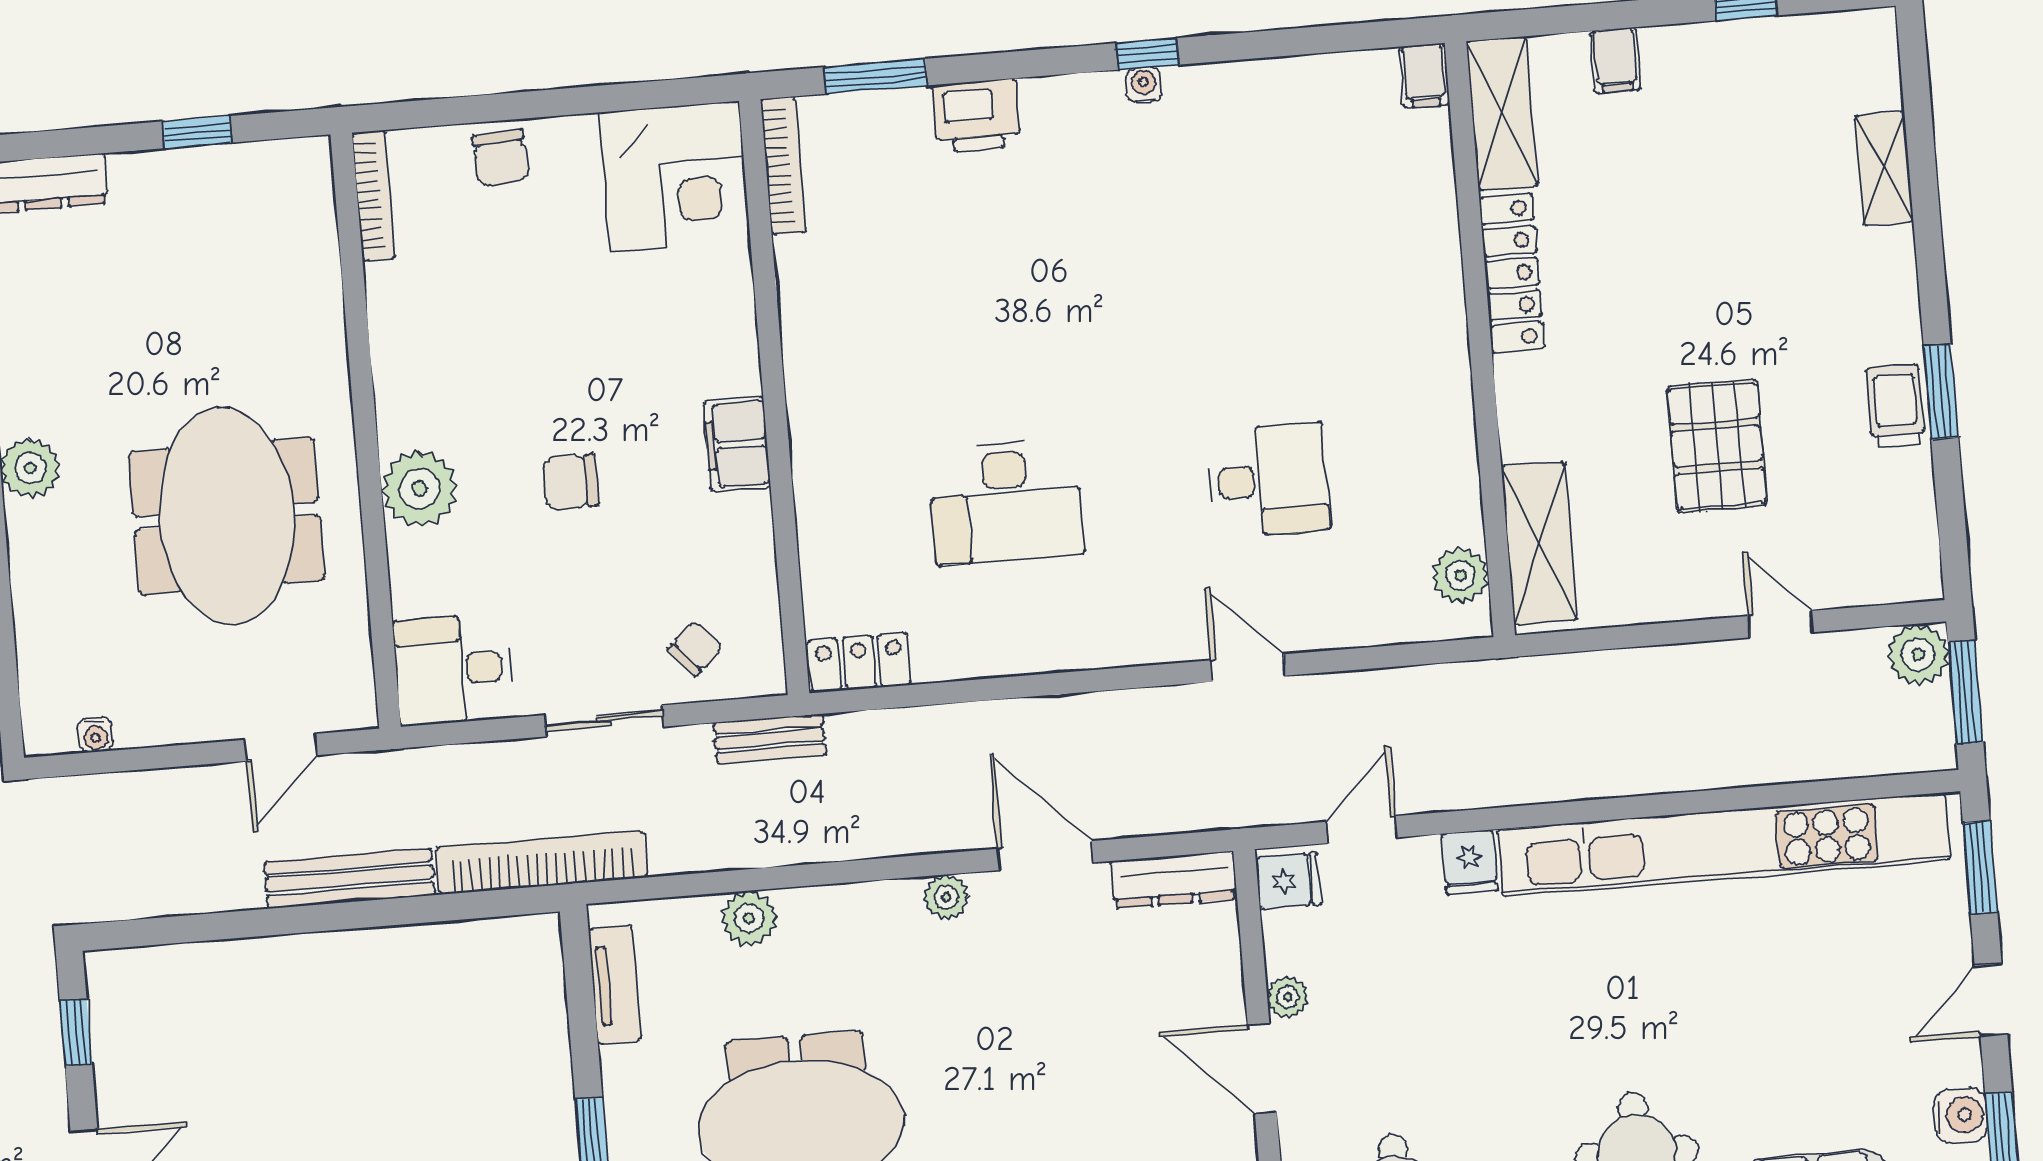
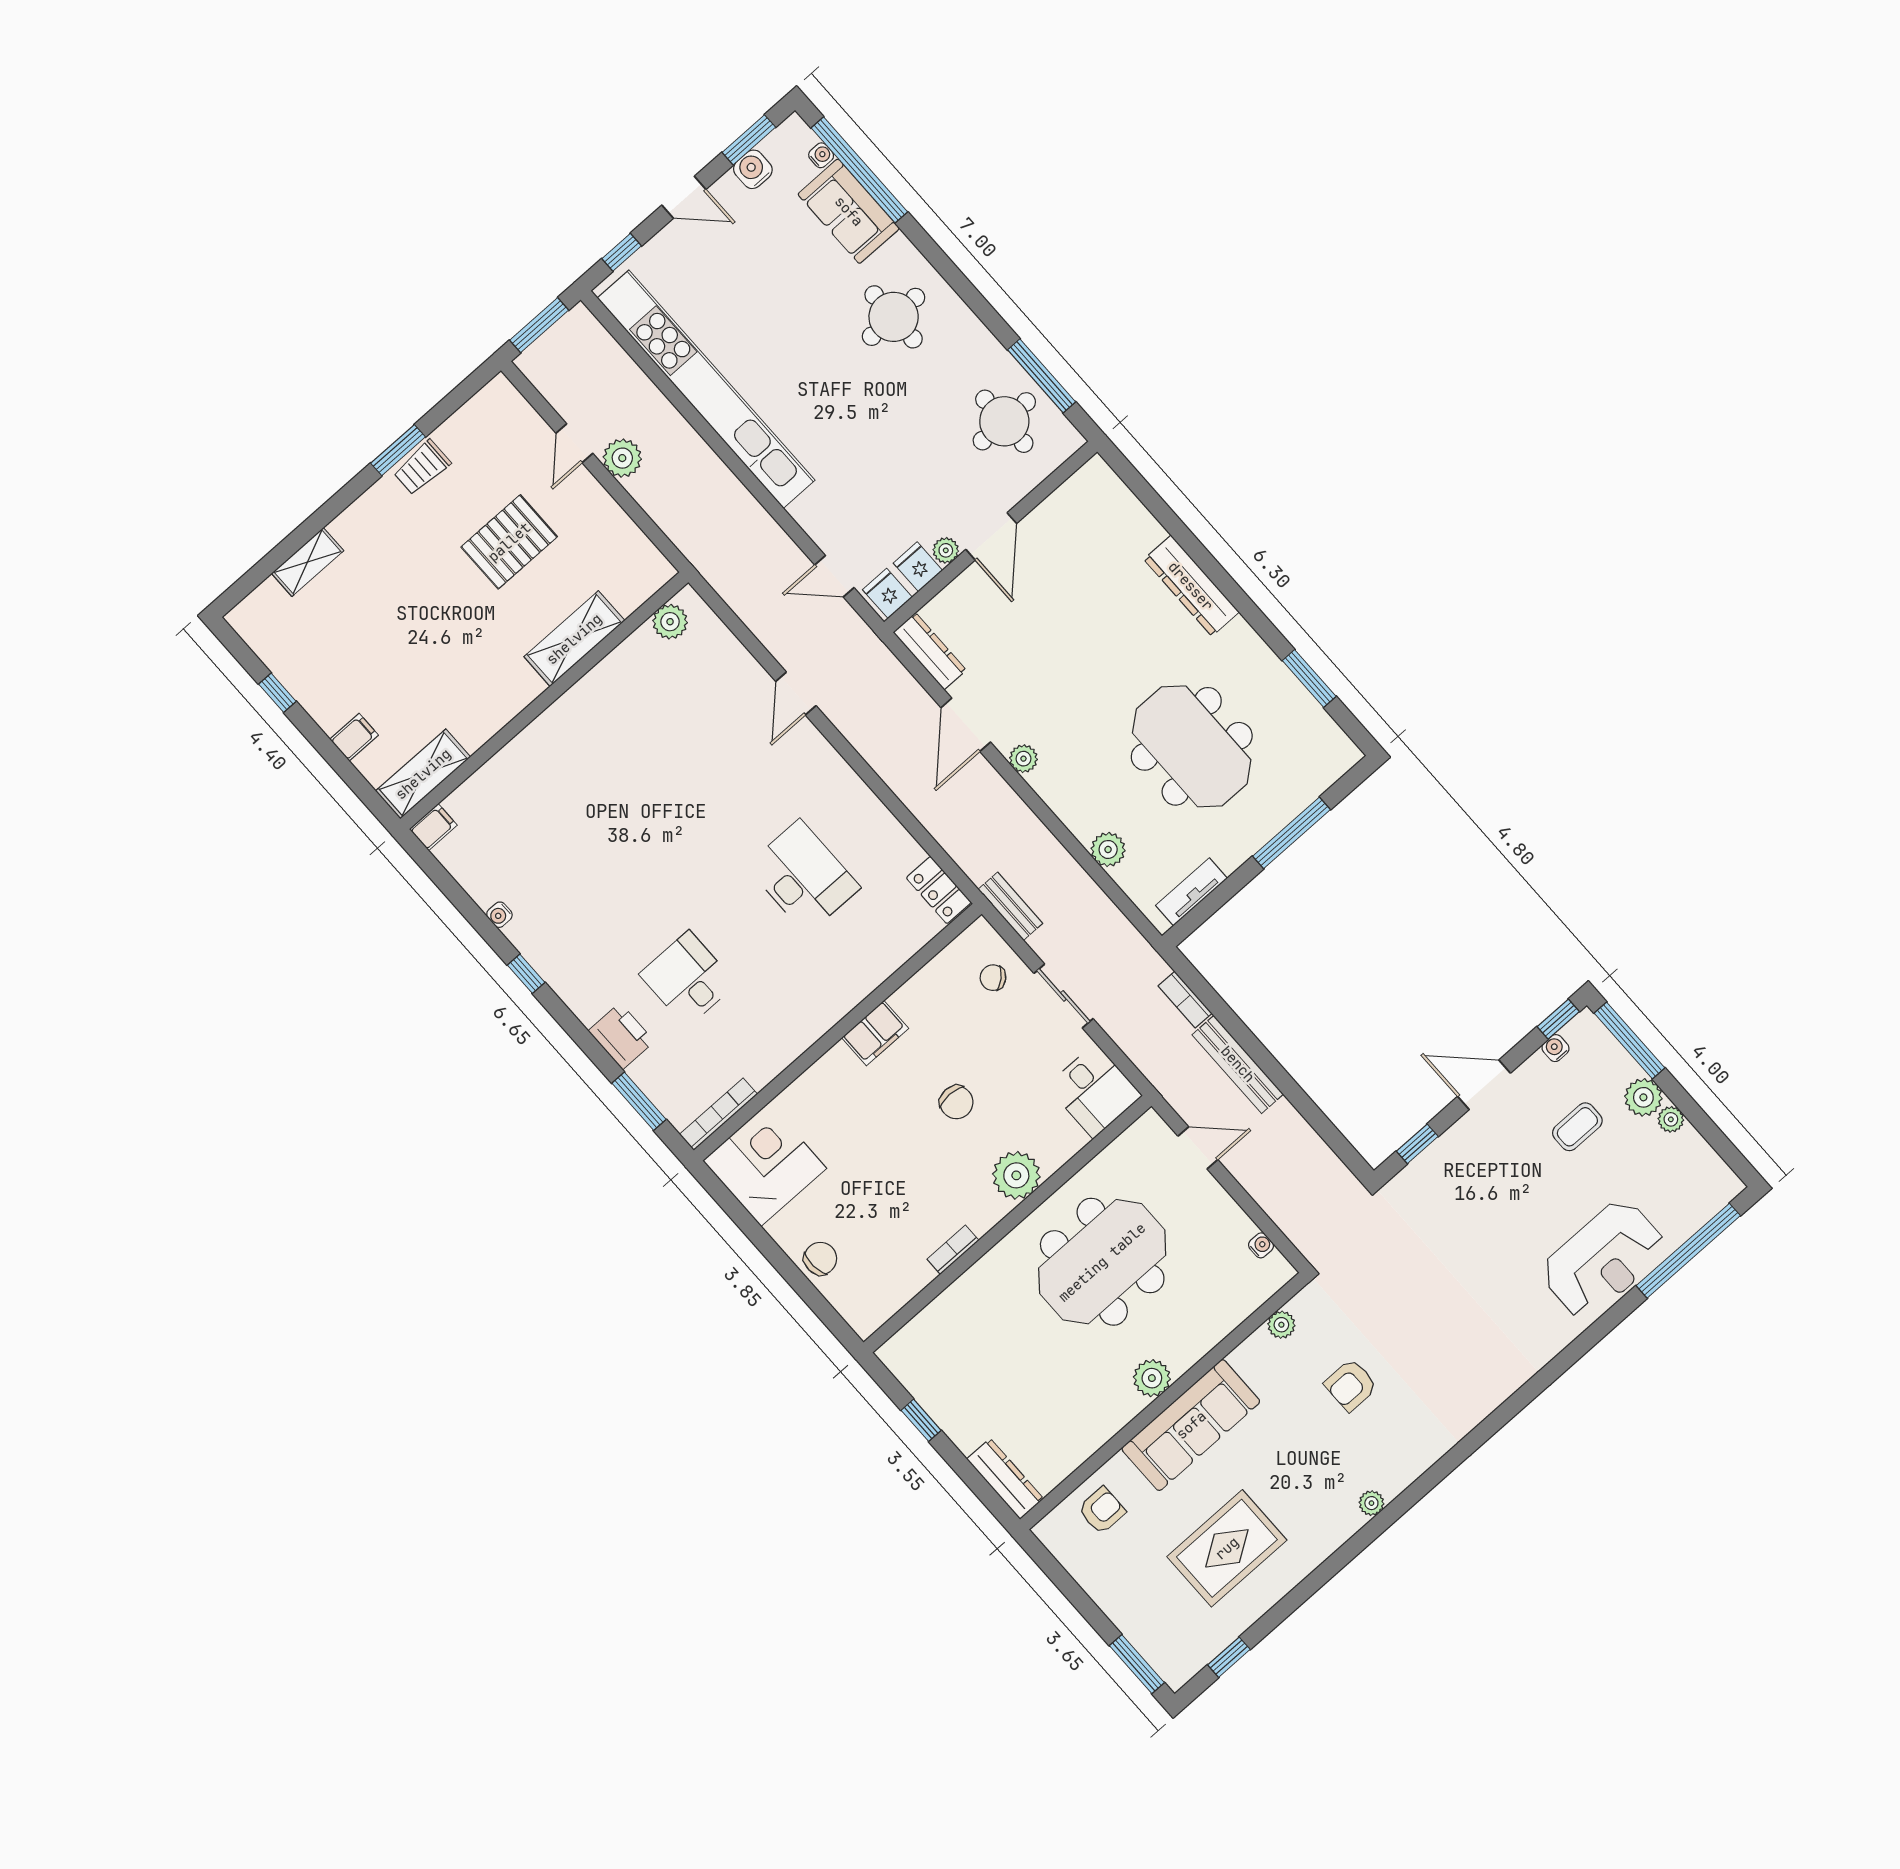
water cooler: (1144, 85) -> (499, 915), moved
bookcase: (373, 195) -> (953, 1250), moved, width x0.64
locker: (1512, 273) -> (499, 709), removed
desk: (1268, 480) -> (688, 979), moved
shelving: (1539, 543) -> (574, 639), moved
plant: (1918, 655) -> (622, 458), moved
fridge: (1470, 862) -> (918, 567), moved, turned -90
bookcase: (542, 863) -> (1185, 1000), width x0.43, depth x0.76
window: (1980, 867) -> (622, 252), width x0.67

